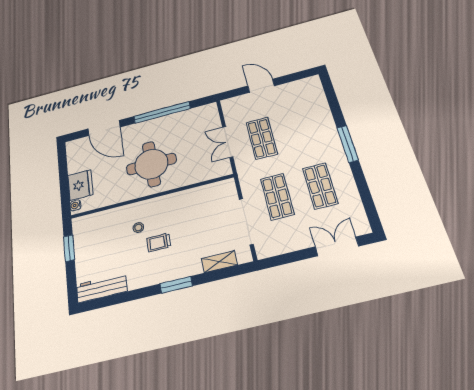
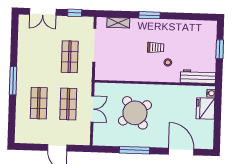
window: (162, 112) -> (135, 150), width x0.68
round table: (151, 164) -> (135, 113), moved, turned -35
shop shelf: (320, 186) -> (39, 103), moved
window: (69, 248) -> (220, 49), moved
window: (288, 258) -> (75, 13), added
workbench: (102, 288) -> (198, 77), moved, turned 180

